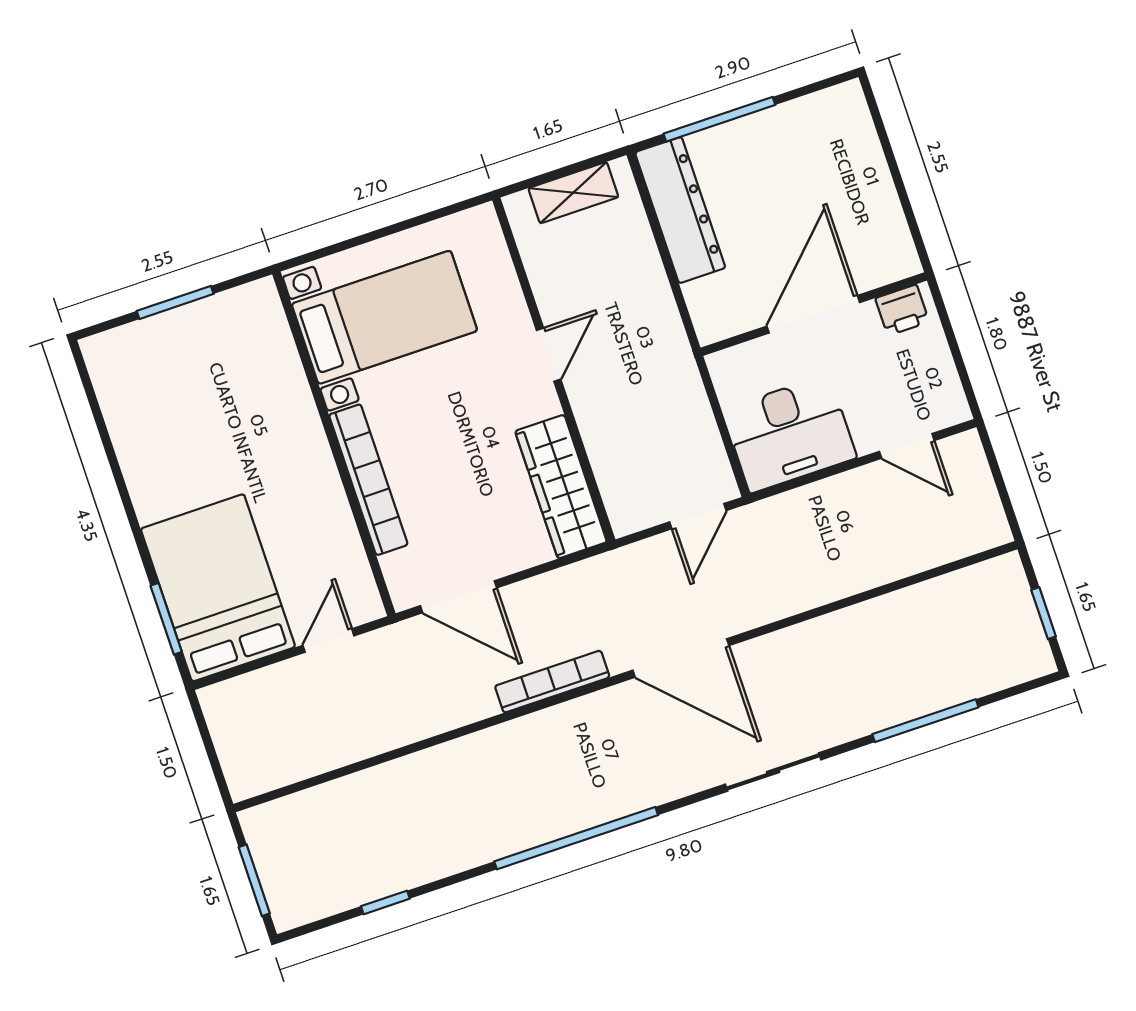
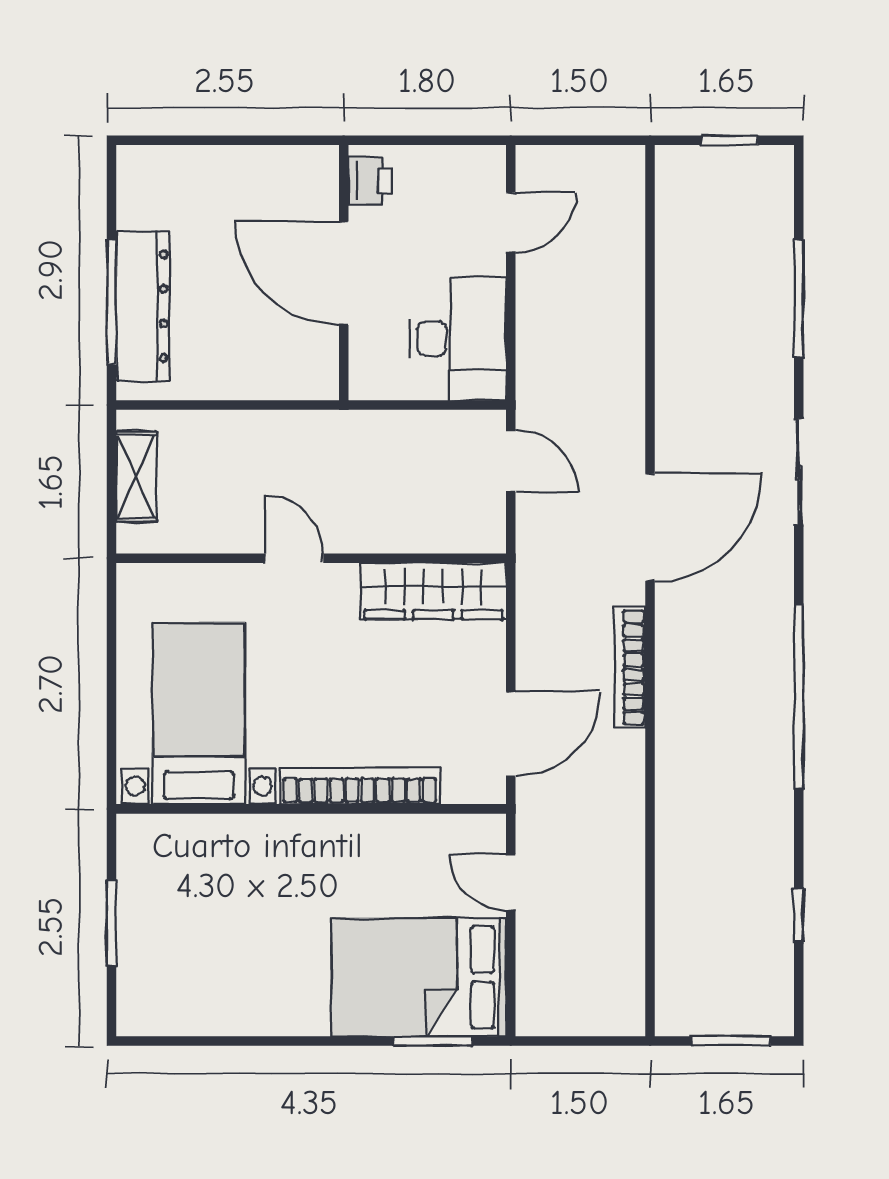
dresser: (680, 210) -> (143, 306), moved, turned 90

